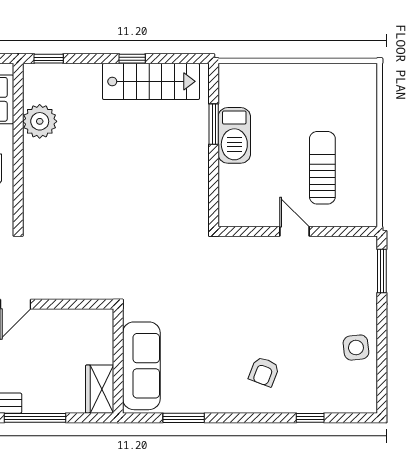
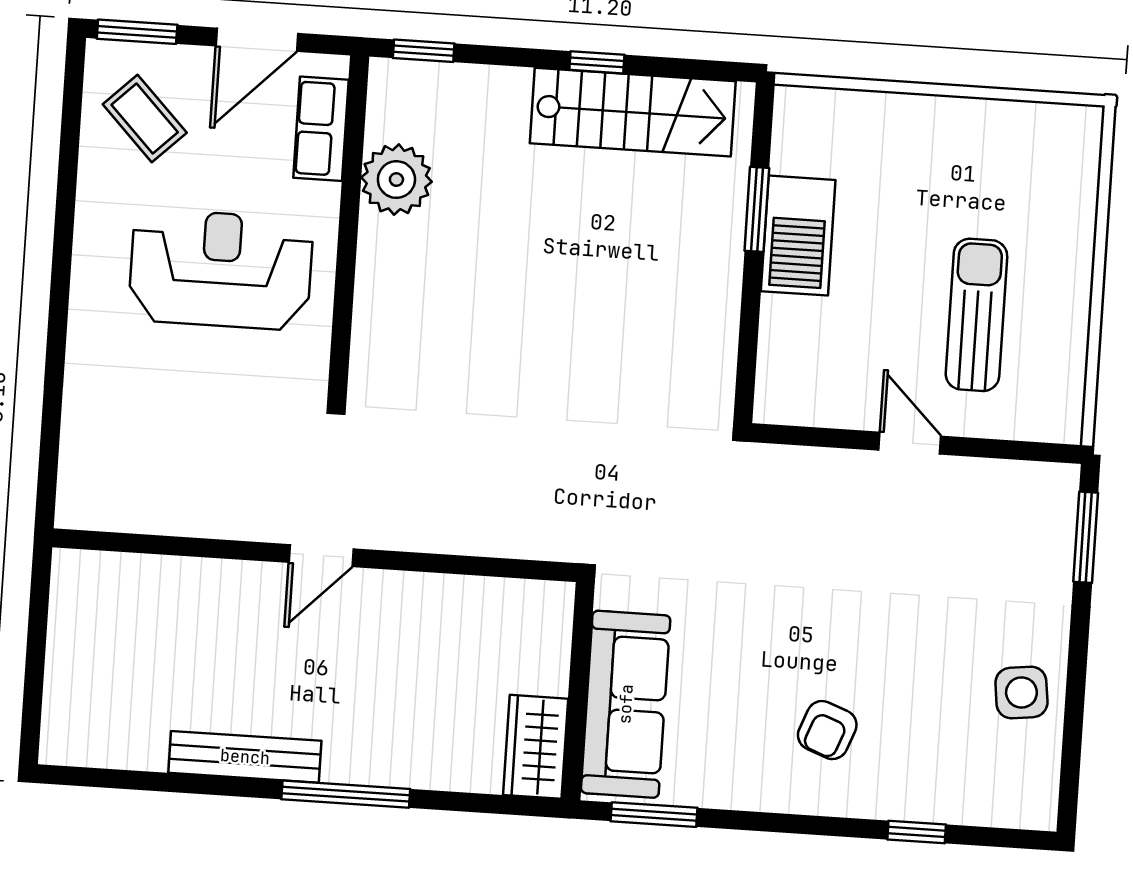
wall: (118, 361) -> (578, 691), moved
sofa: (141, 366) -> (626, 704), moved
wardrobe: (100, 389) -> (536, 747), moved

